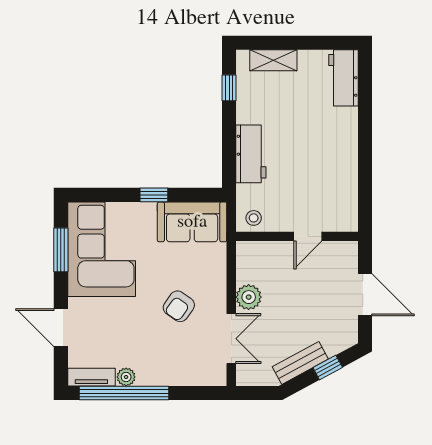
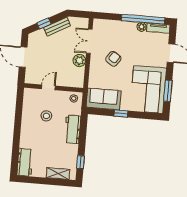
stool: (307, 177) -> (46, 116), added

